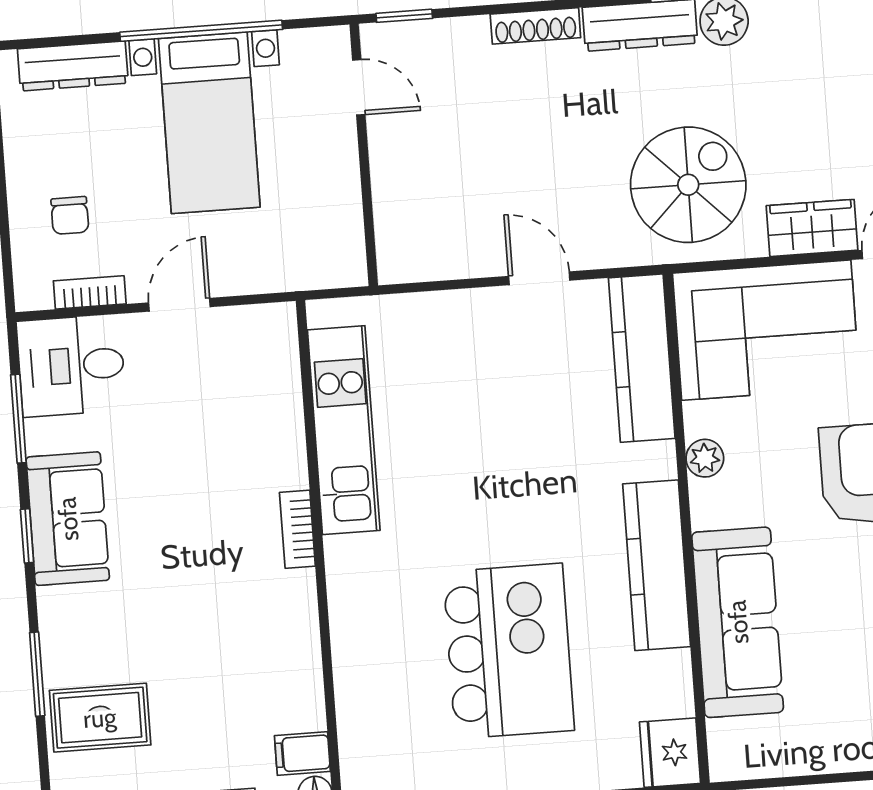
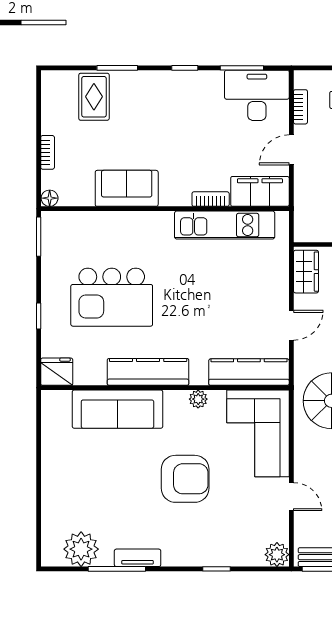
wardrobe: (812, 228) -> (306, 272), moved
door: (179, 305) -> (291, 150), swing flipped
desk: (71, 366) -> (257, 95), width x1.37
sofa: (68, 519) -> (127, 188), moved, turned 180
bookcase: (297, 529) -> (211, 199), moved
filing cabinet: (302, 754) -> (260, 191), moved, width x3.00, depth x1.17

